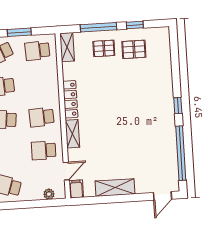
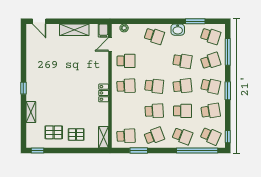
window: (135, 25) -> (38, 151), moved
window: (99, 27) -> (79, 151), removed
locker: (70, 99) -> (104, 93), width x0.66
shelving: (72, 134) -> (31, 112), moved
window: (181, 153) -> (23, 52), removed
door: (163, 196) -> (39, 21), swing flipped

